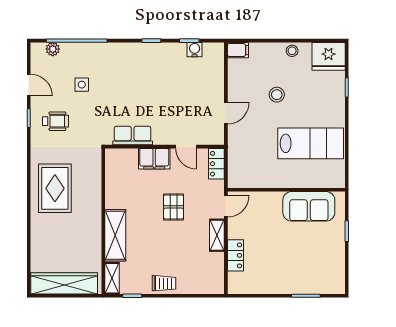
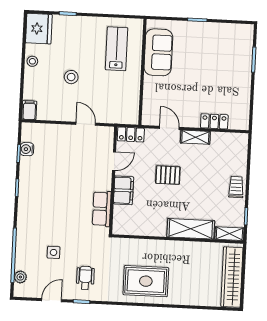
lab bench: (311, 143) -> (117, 49), width x0.73, depth x0.72
wall: (286, 190) -> (142, 72), moved
sofa: (309, 206) -> (158, 52), moved

